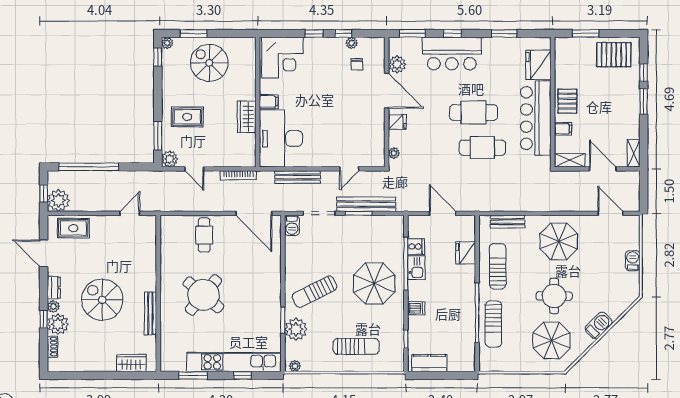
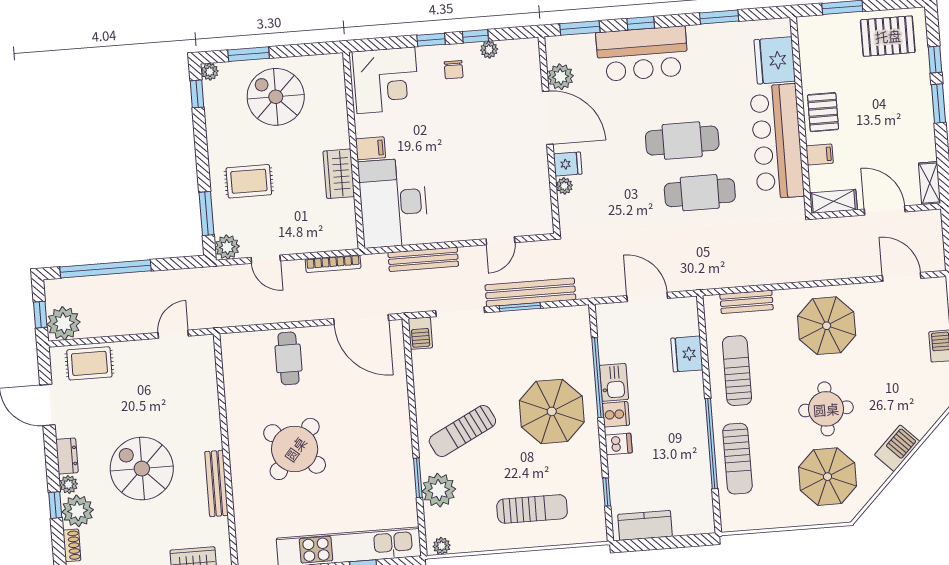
chair: (357, 64) -> (454, 70), moved
plant: (394, 153) -> (564, 186), moved
cooker: (416, 247) -> (616, 414), moved

